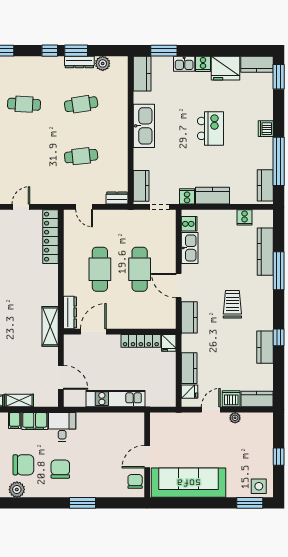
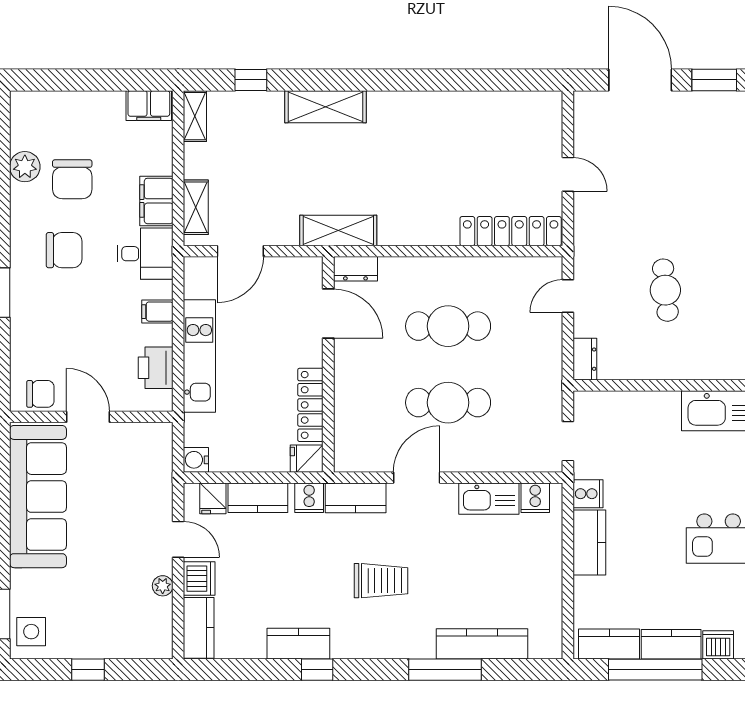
kitchen counter: (141, 186) -> (671, 644), moved, turned 180
cooker: (245, 217) -> (309, 498), moved, turned -90
dresser: (70, 312) -> (355, 269), width x0.70
water cooler: (169, 400) -> (196, 460), added
shelving: (19, 401) -> (196, 207), moved
filing cabinet: (15, 421) -> (157, 312), moved
printer: (122, 421) -> (156, 368), added

